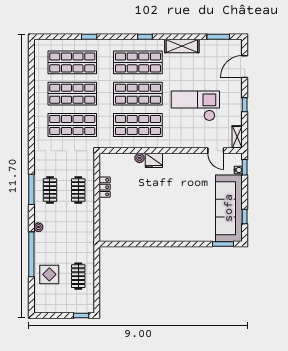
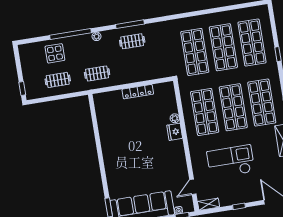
checkout: (195, 106) -> (231, 162), turned -90
locker: (105, 187) -> (138, 92), width x1.53
clothes rail: (78, 190) -> (97, 73), moved

